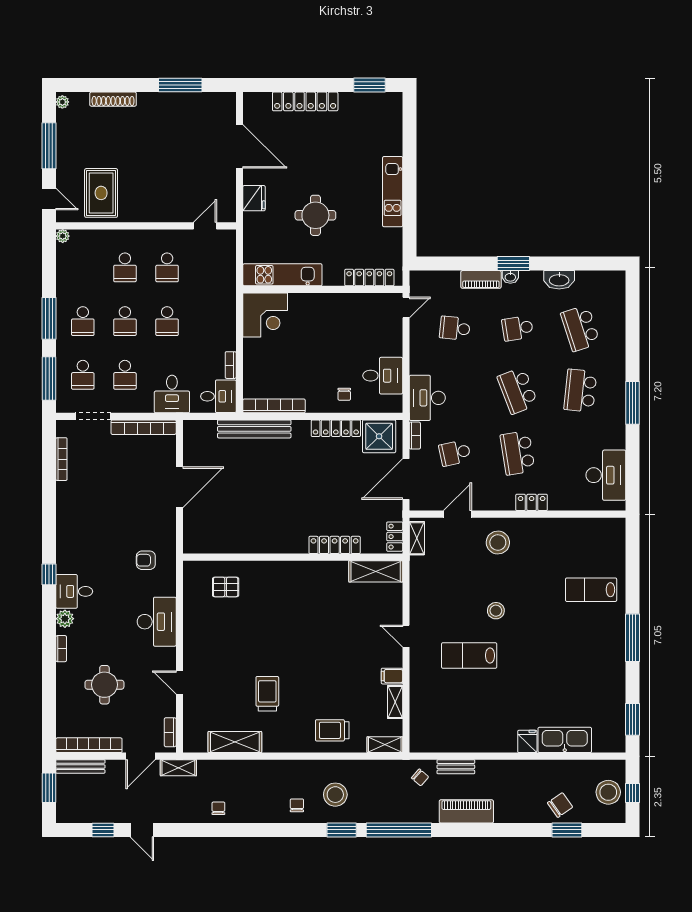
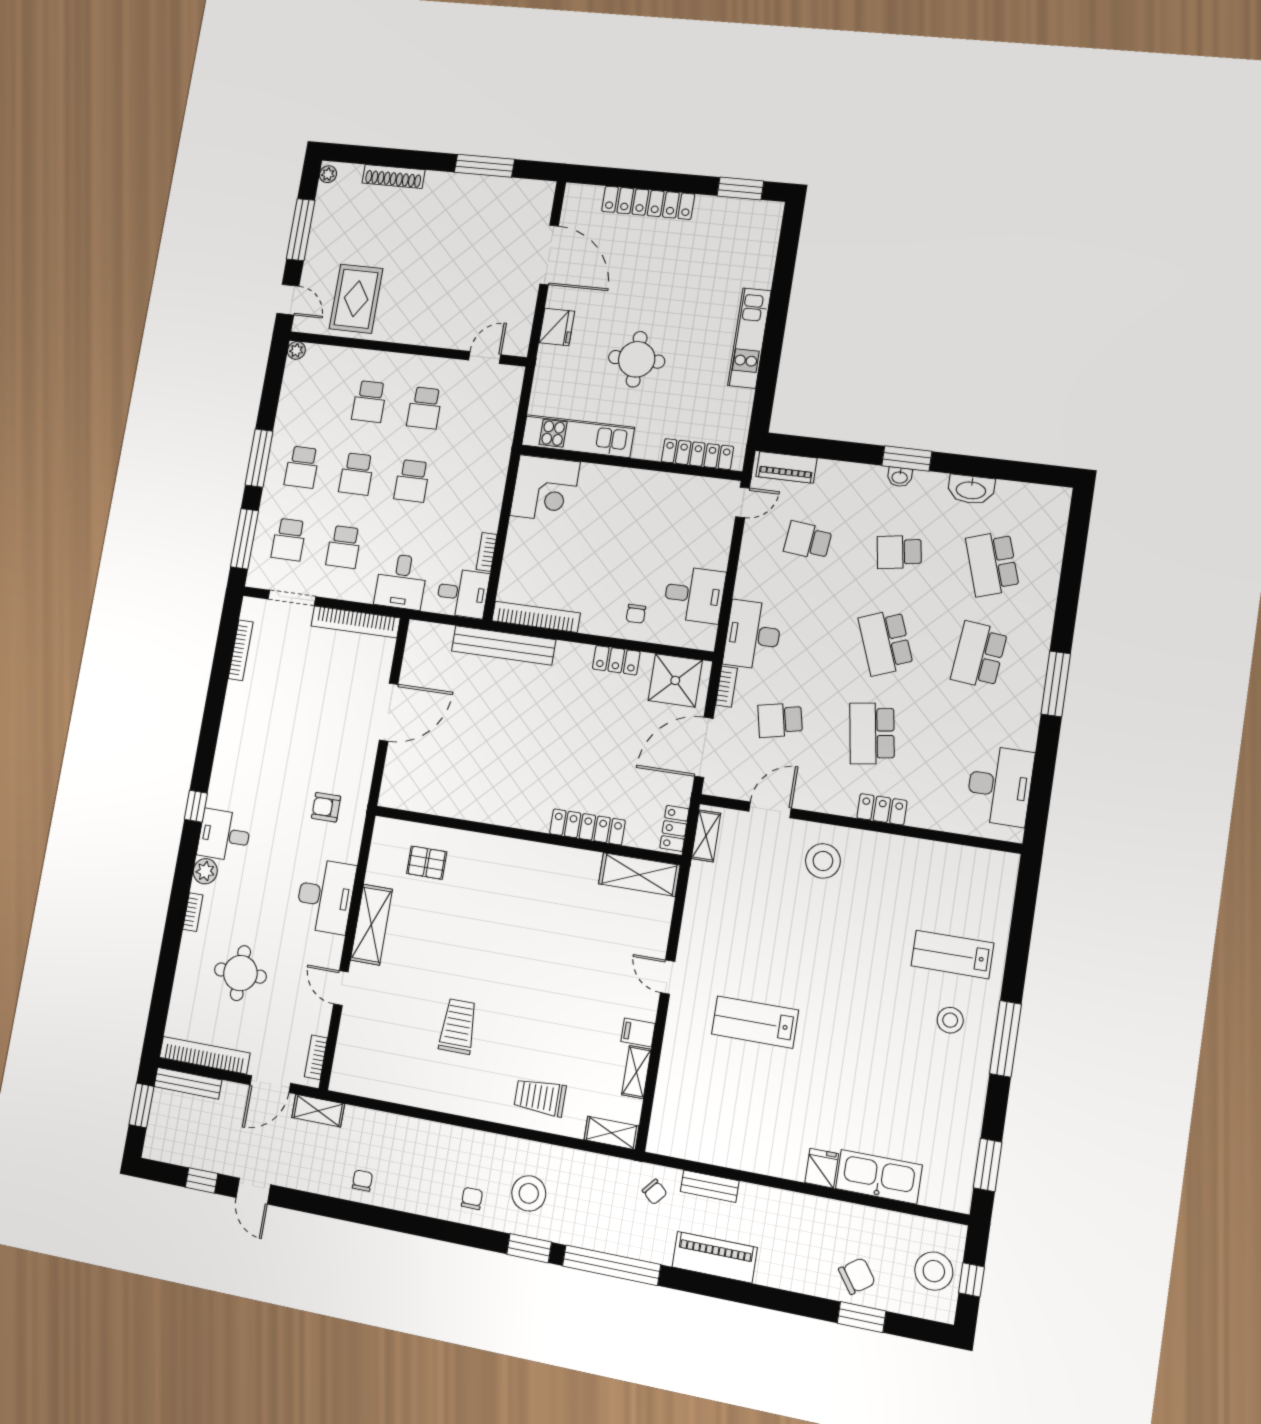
piano: (481, 279) -> (786, 467), moved
locker: (336, 428) -> (616, 660), width x0.66
stool: (496, 611) -> (950, 1020), moved
shelving: (235, 742) -> (371, 925), moved, turned 90

